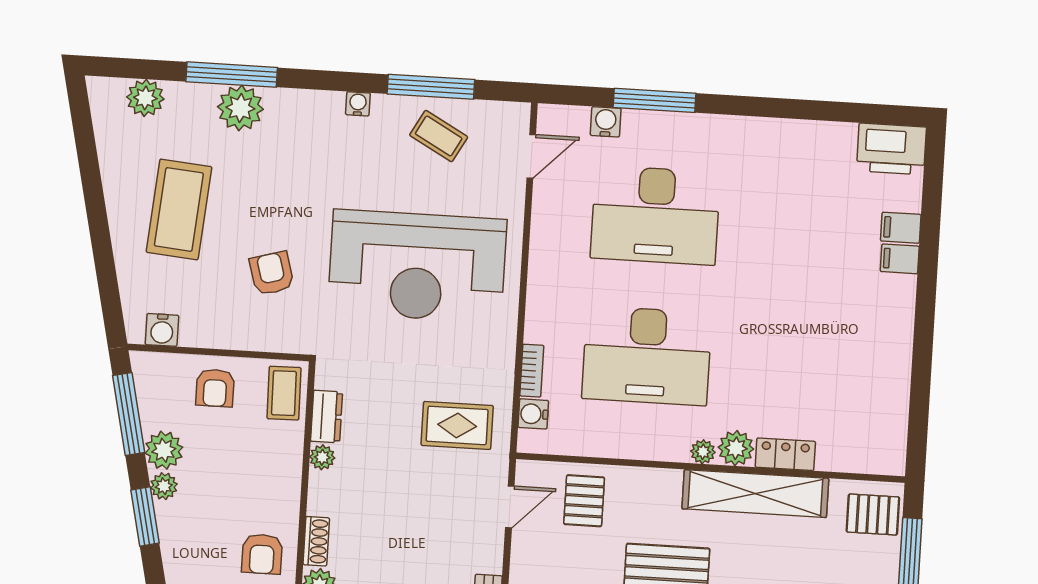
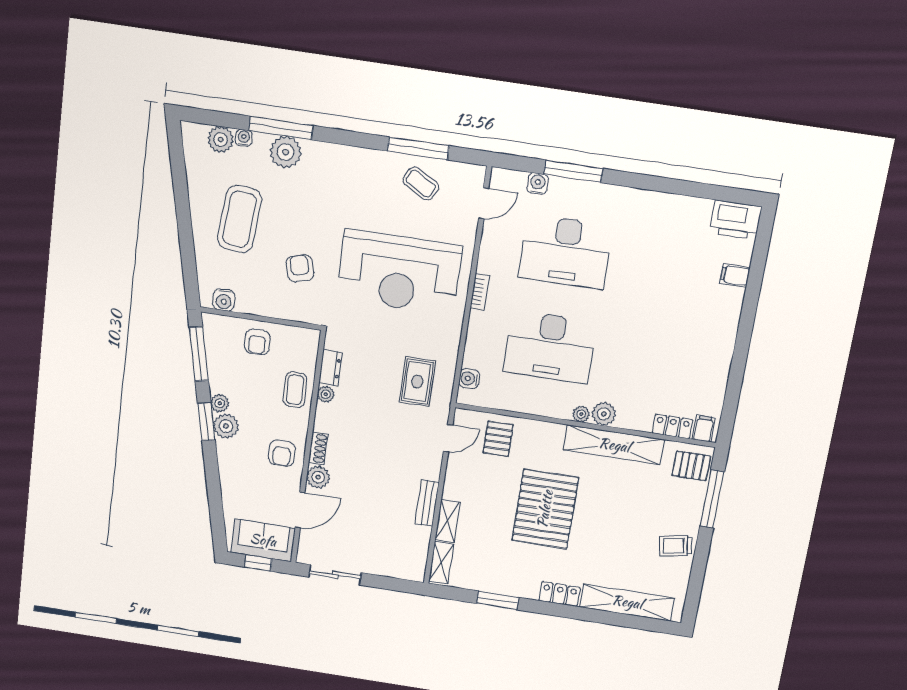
water cooler: (358, 104) -> (244, 138), moved
filing cabinet: (900, 259) -> (704, 429), moved, turned 90
bookcase: (532, 371) -> (480, 292), moved
coffee table: (284, 393) -> (295, 390), moved
rug: (457, 425) -> (417, 382), turned 90
plant: (164, 450) -> (226, 426), moved
locker: (785, 454) -> (672, 426), moved

